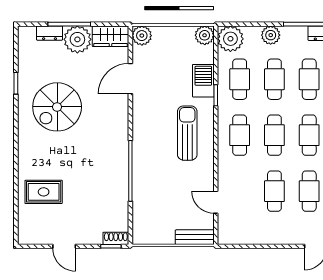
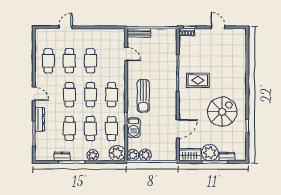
plant: (142, 36) -> (145, 155), moved
rug: (44, 192) -> (198, 80), moved

